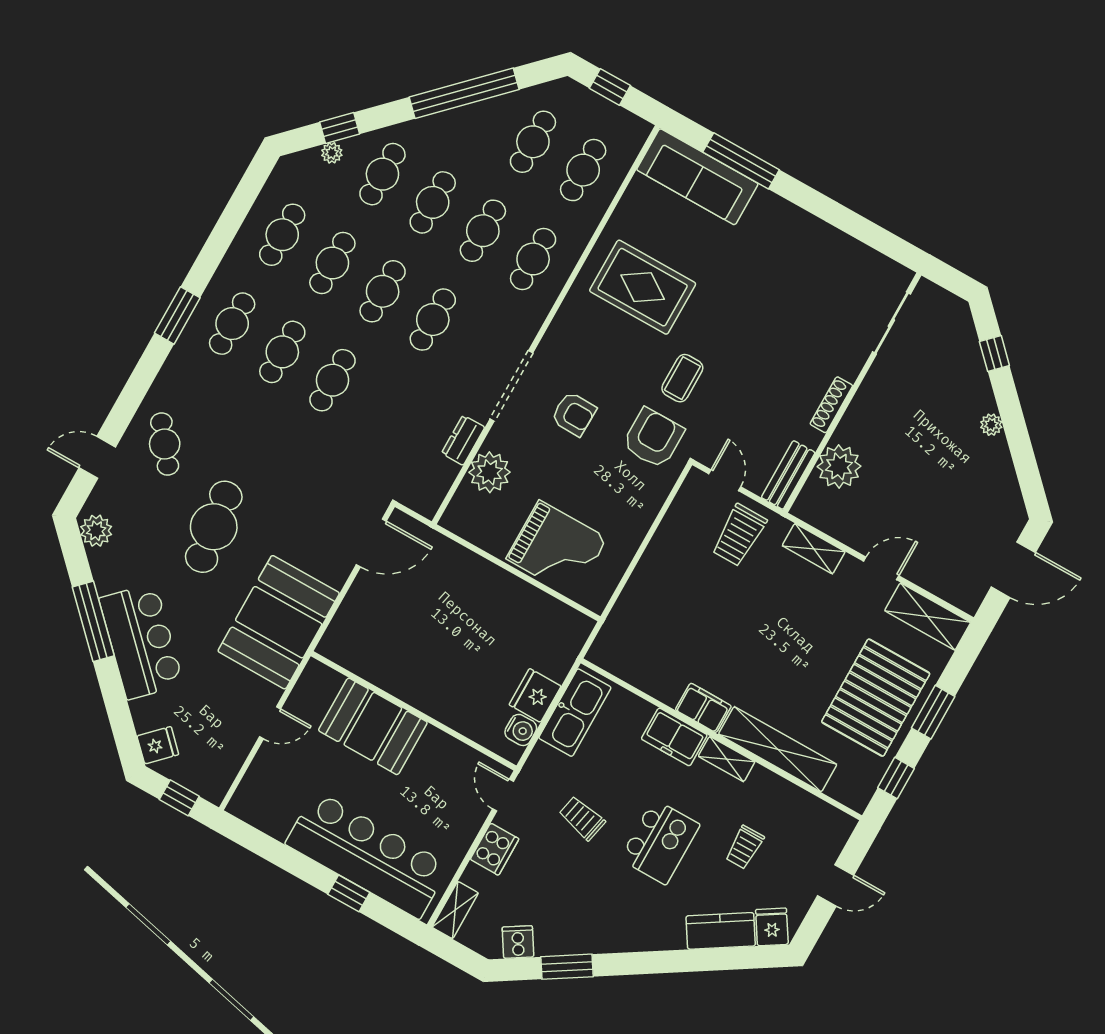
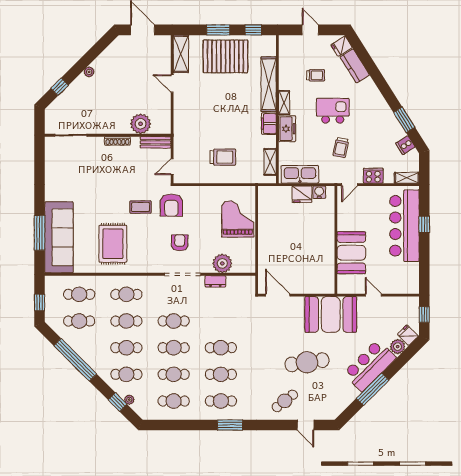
sofa: (697, 177) -> (59, 237), width x1.36, depth x1.27
armchair: (653, 438) -> (171, 205), turned -90
plant: (96, 531) -> (398, 347), moved
trolley: (739, 535) -> (223, 157), moved
shelving: (814, 549) -> (270, 162), moved

